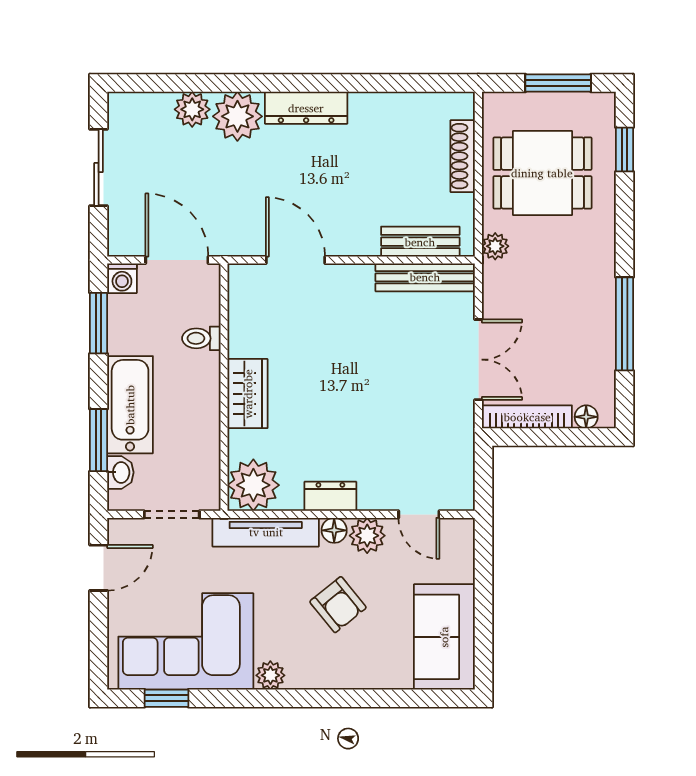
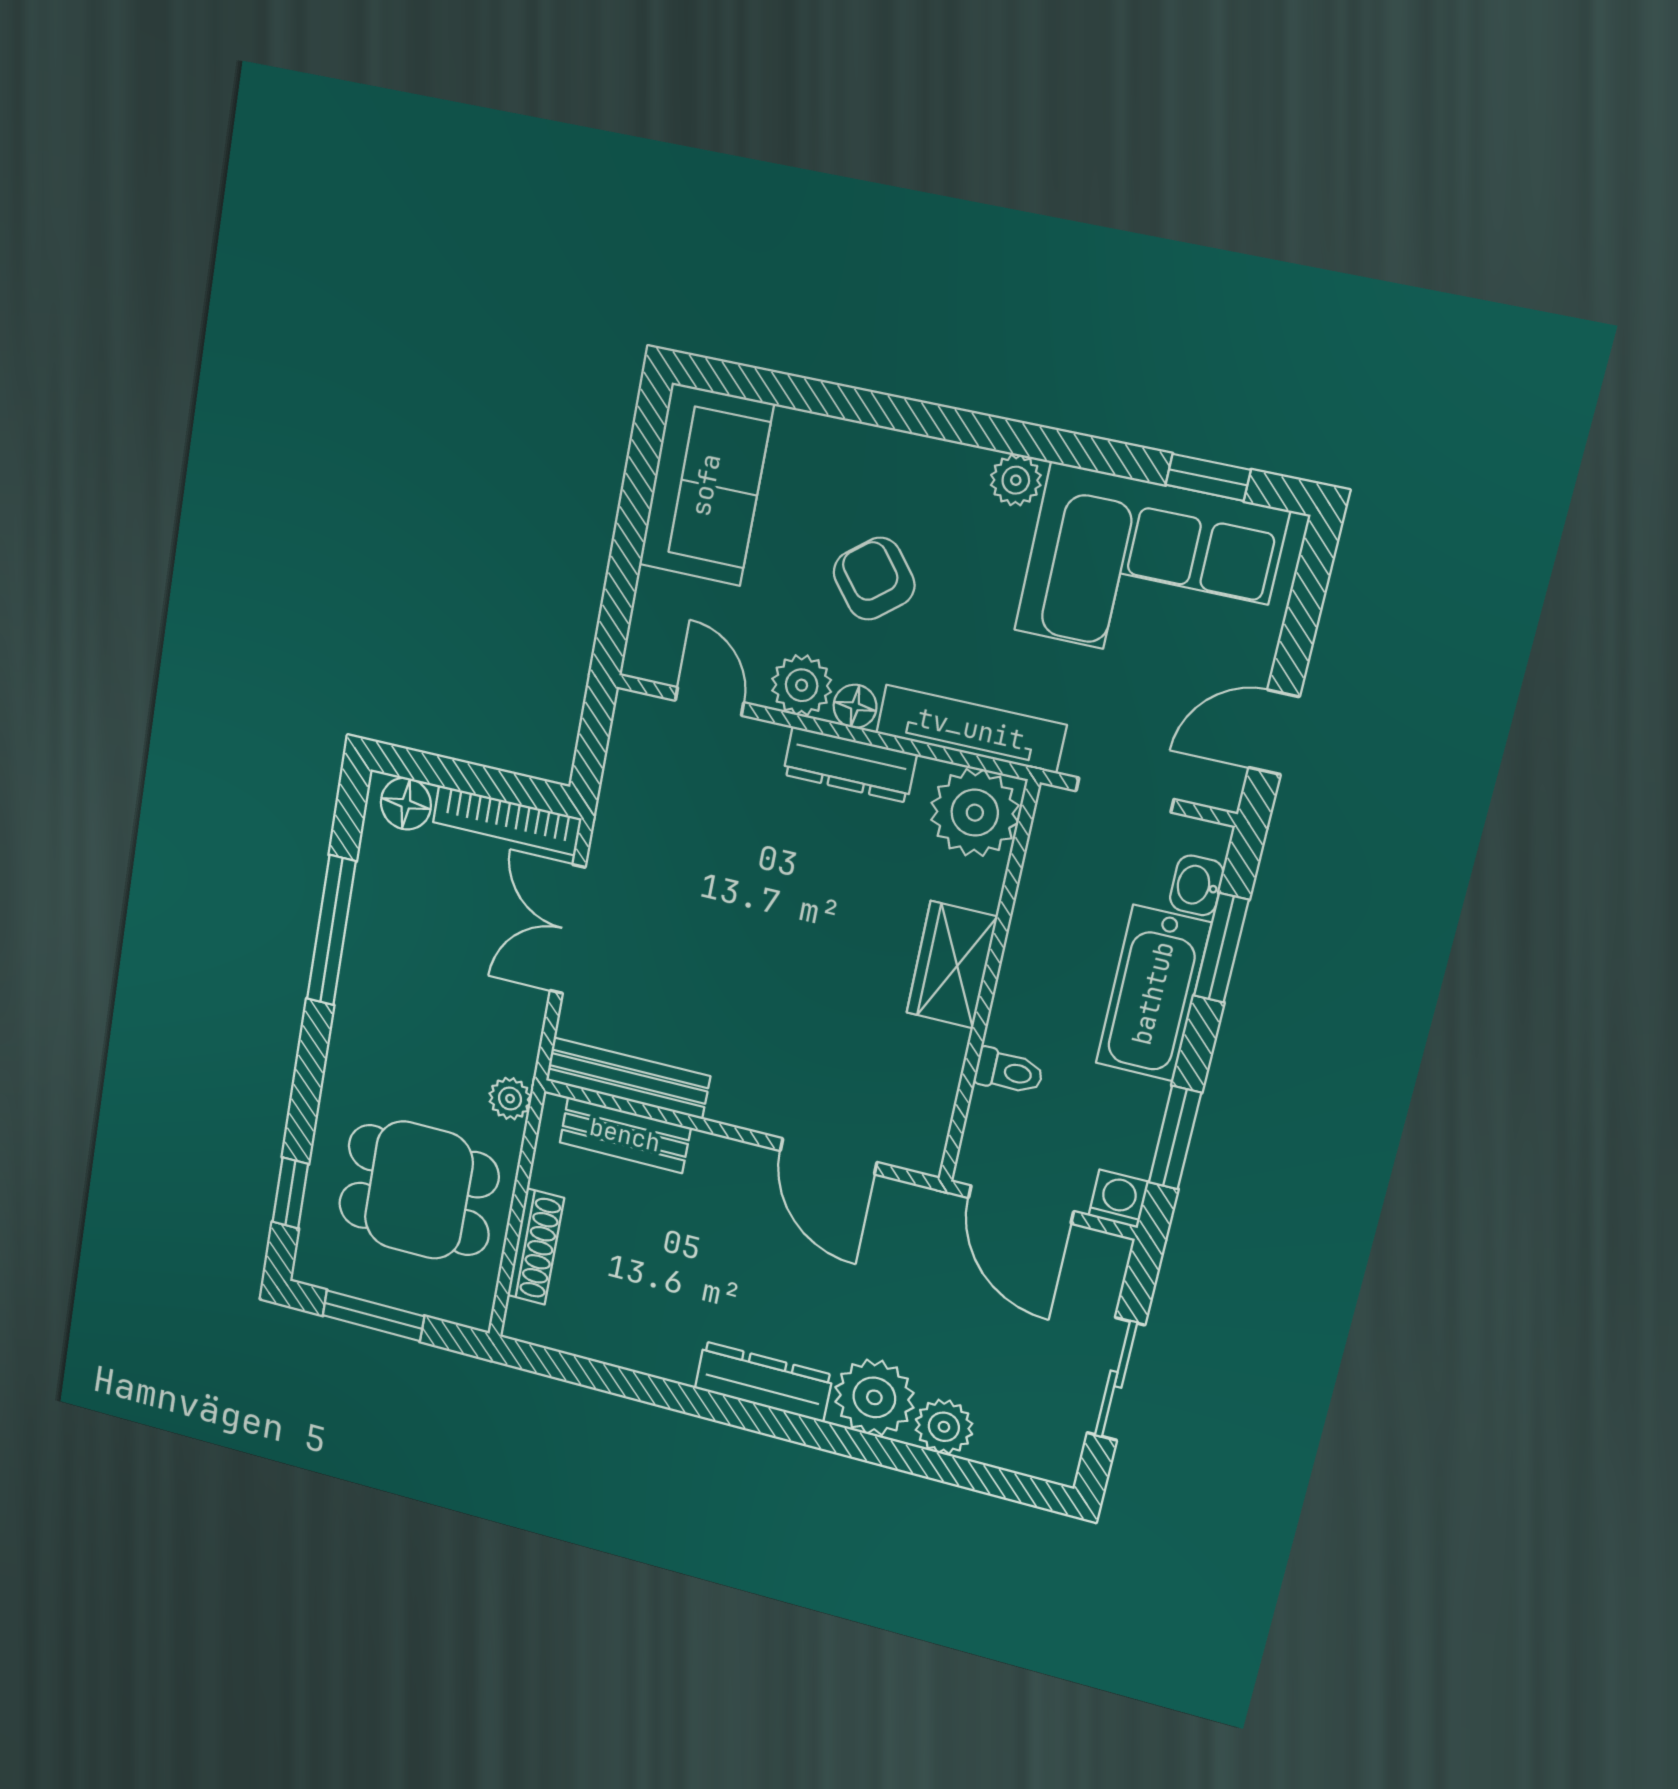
floor lamp: (586, 417) -> (406, 804), width x1.37, depth x1.37
dresser: (330, 496) -> (850, 765), width x1.44

